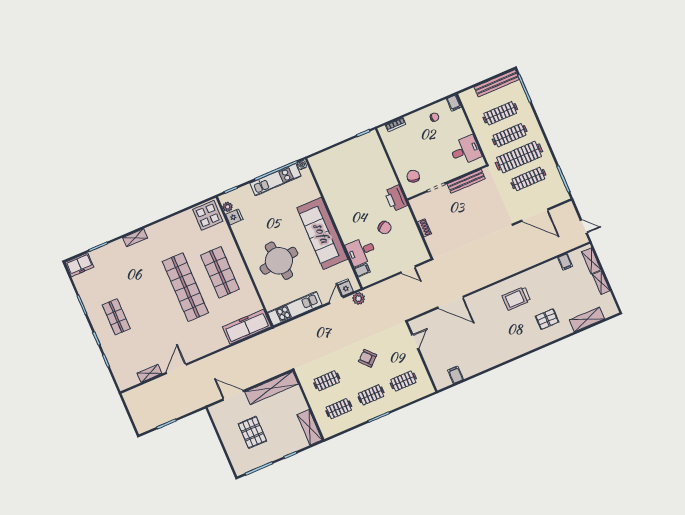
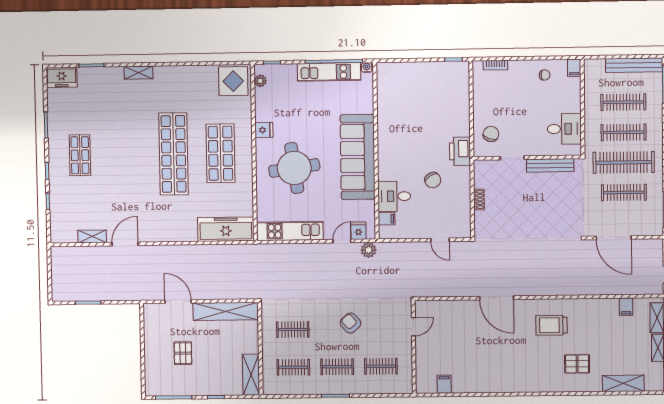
fridge: (234, 217) -> (264, 130), moved
door: (451, 302) -> (497, 298), moved
pallet: (252, 432) -> (183, 353), width x0.67, depth x0.71

